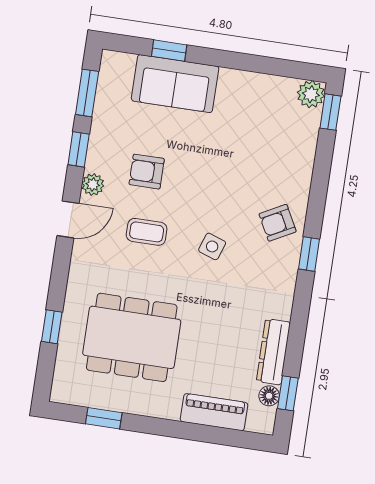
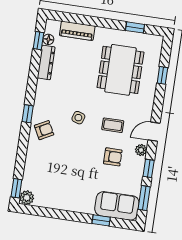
sofa: (175, 84) -> (117, 206), moved
dining table: (132, 337) -> (120, 70), turned 90

